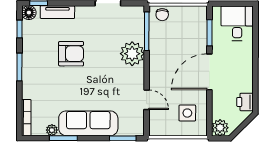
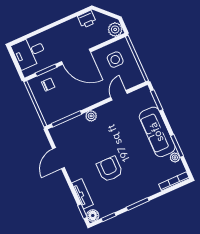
chair: (162, 15) -> (48, 85), moved
plant: (132, 54) -> (91, 116), width x0.53, depth x0.53

